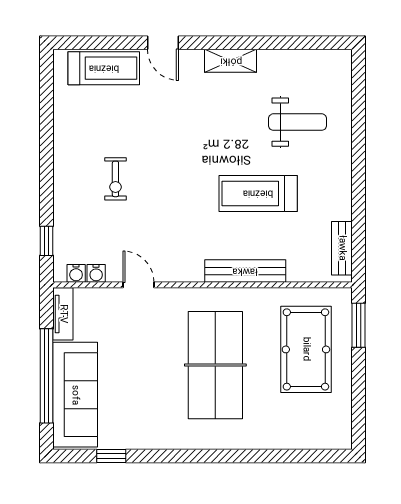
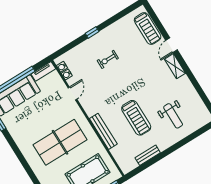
shelving: (231, 61) -> (175, 66), moved
treadmill: (258, 193) -> (136, 118), turned 180
window: (47, 241) -> (92, 32), moved
bench: (342, 248) -> (148, 155), moved

